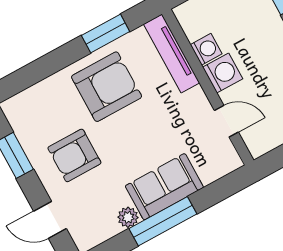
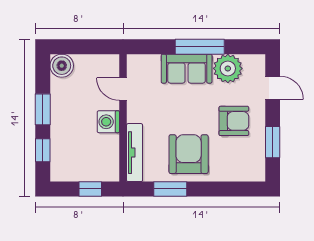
washing machine: (206, 49) -> (111, 143), removed
armchair: (107, 87) -> (189, 154), turned 90
plant: (128, 217) -> (228, 68), width x1.87, depth x1.87

